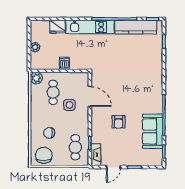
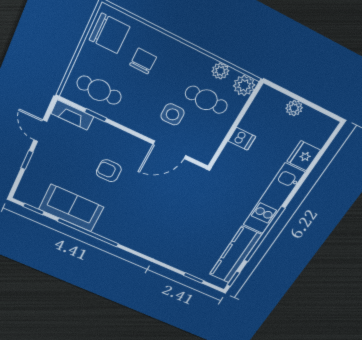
plant: (35, 94) -> (220, 71), added

